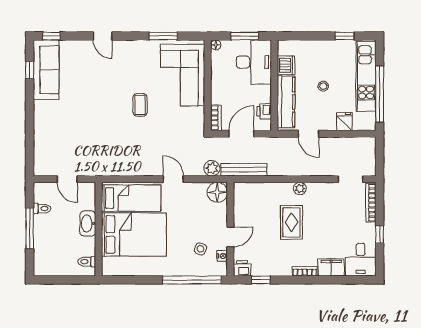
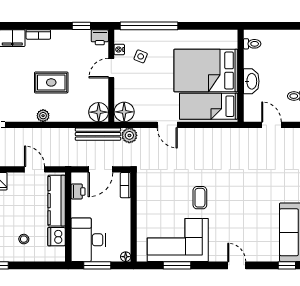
corner sofa: (183, 75) -> (178, 240), moved, turned -90
stool: (323, 86) -> (24, 239), moved
floor lamp: (243, 192) -> (99, 112), added
rug: (292, 222) -> (51, 82), turned 90

